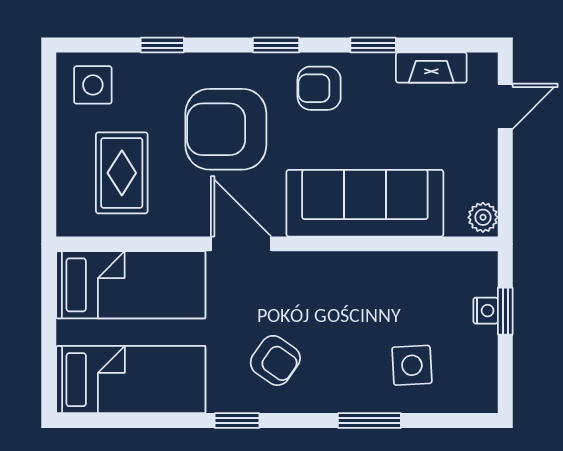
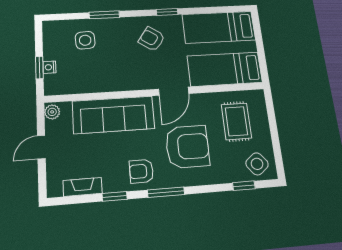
window: (162, 45) -> (244, 186), moved
window: (276, 45) -> (166, 192), width x1.50
side table: (93, 85) -> (257, 164), turned -38
armchair: (319, 88) -> (141, 171), turned 180
door: (505, 106) -> (41, 147), moved
door: (241, 244) -> (174, 91), hinge flipped

